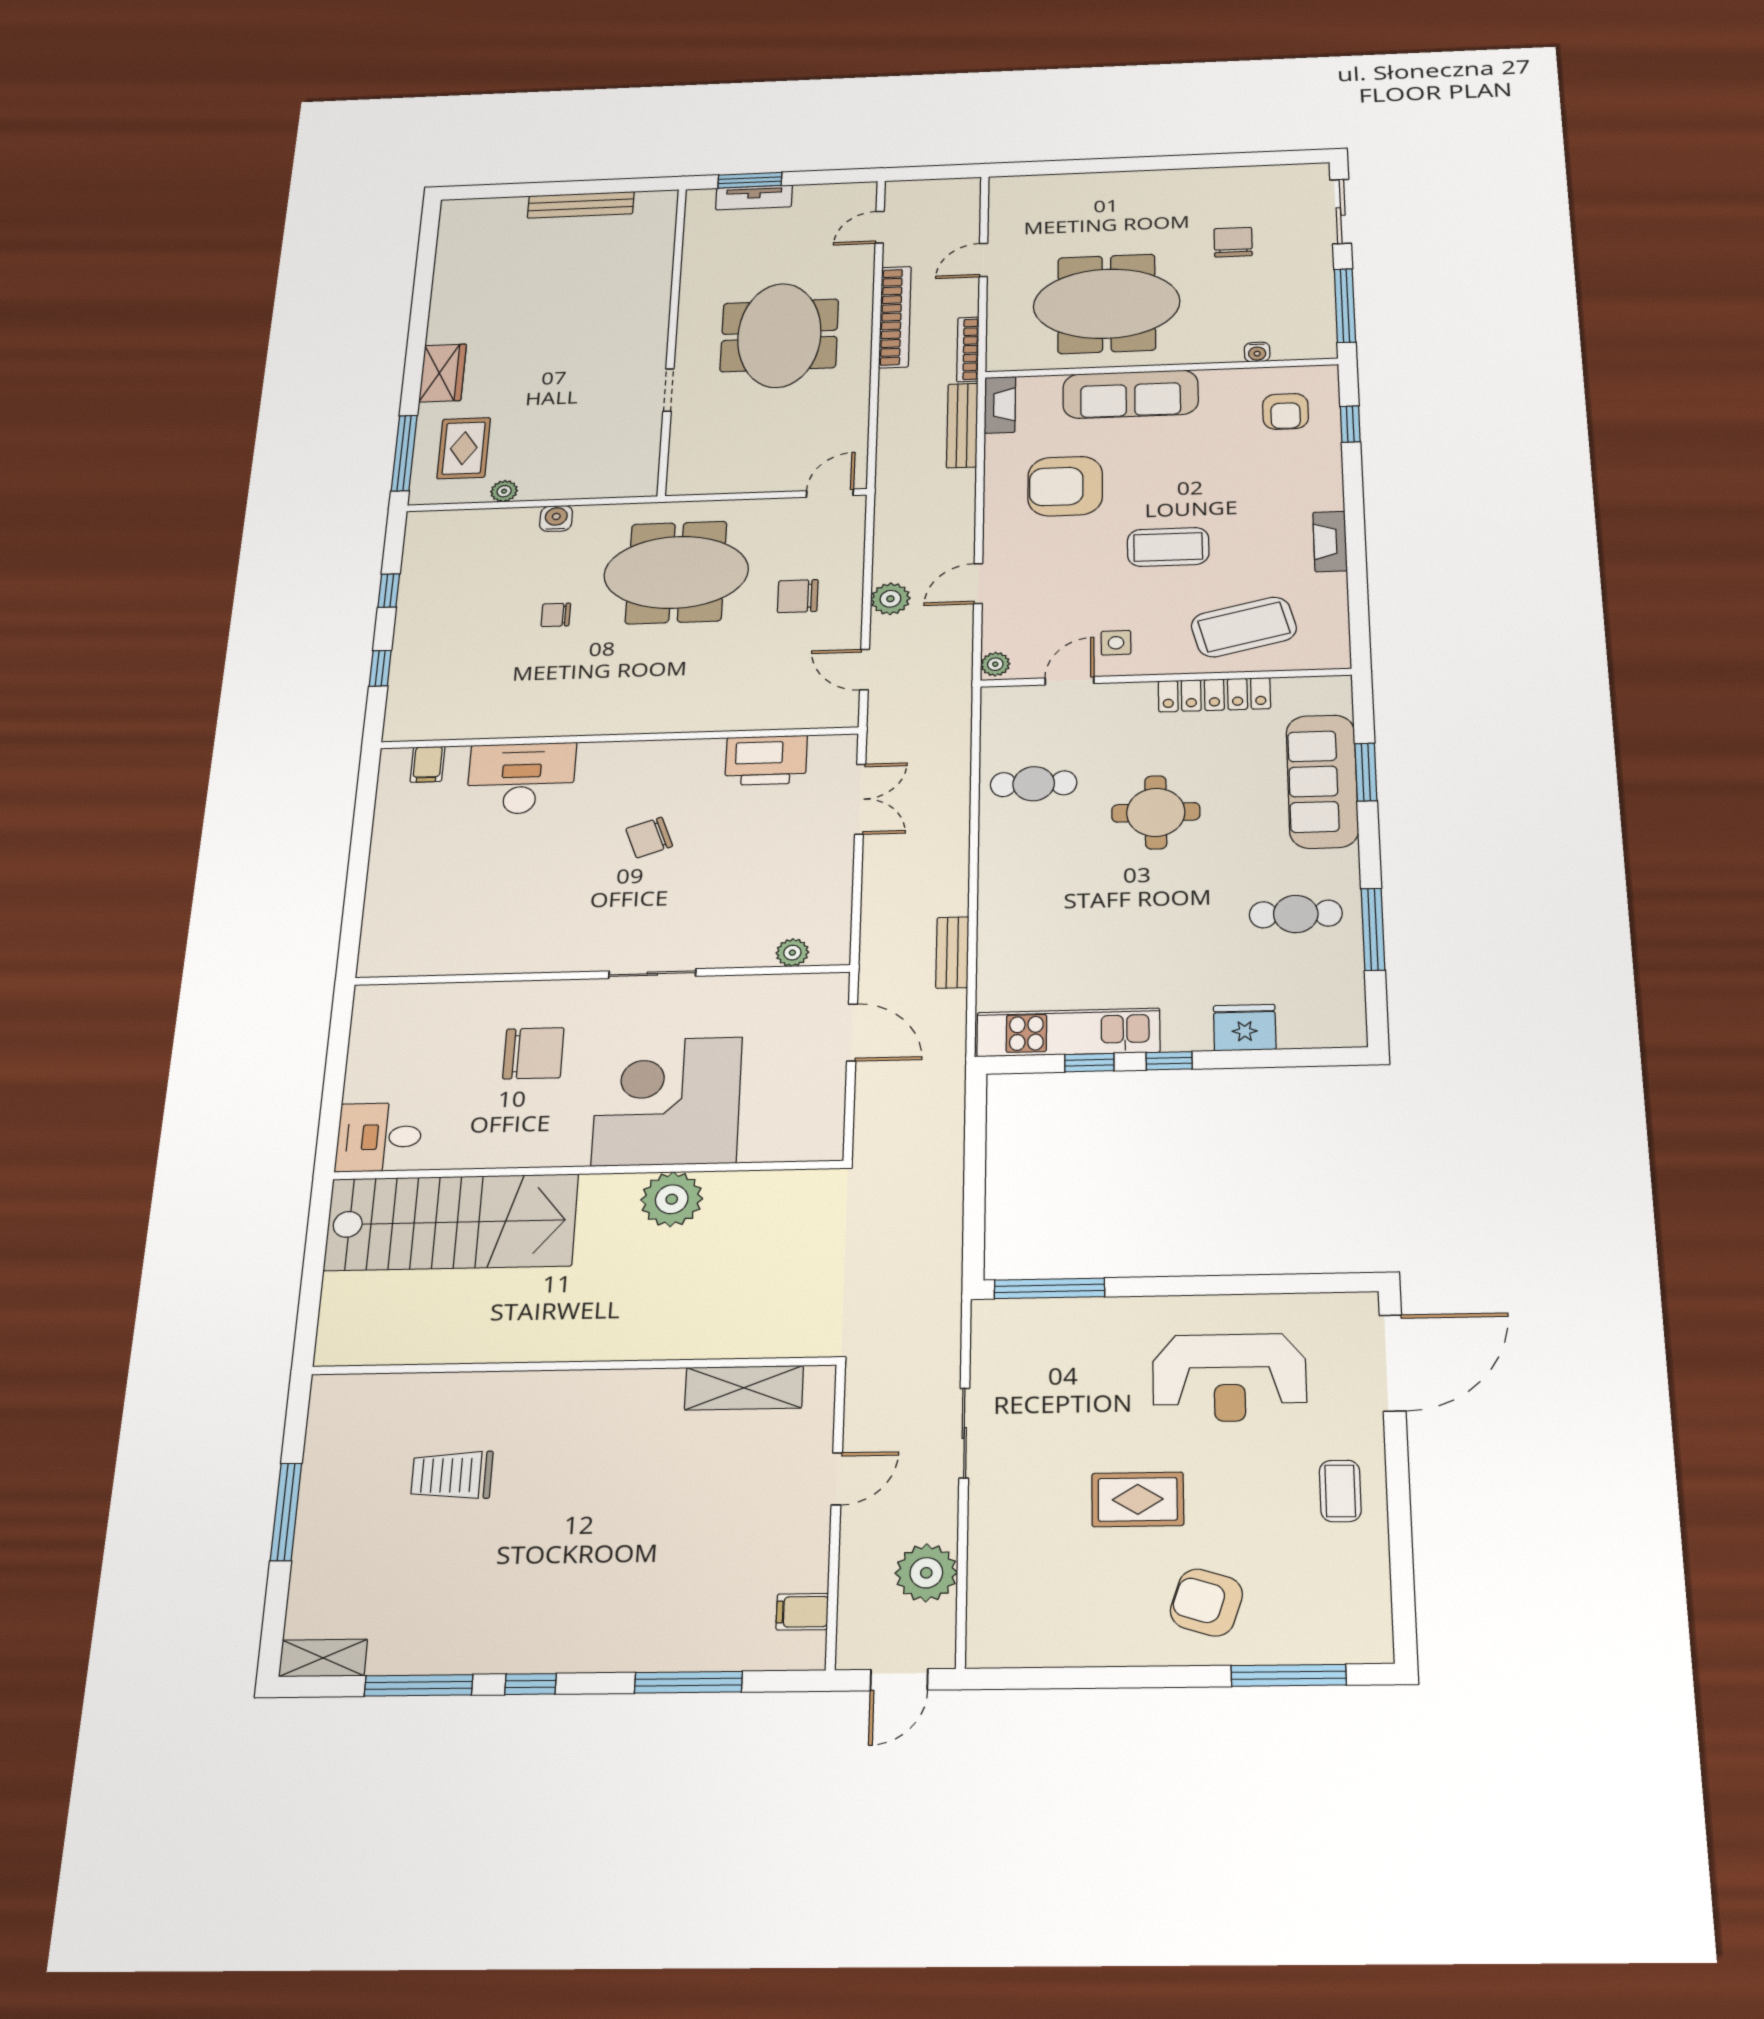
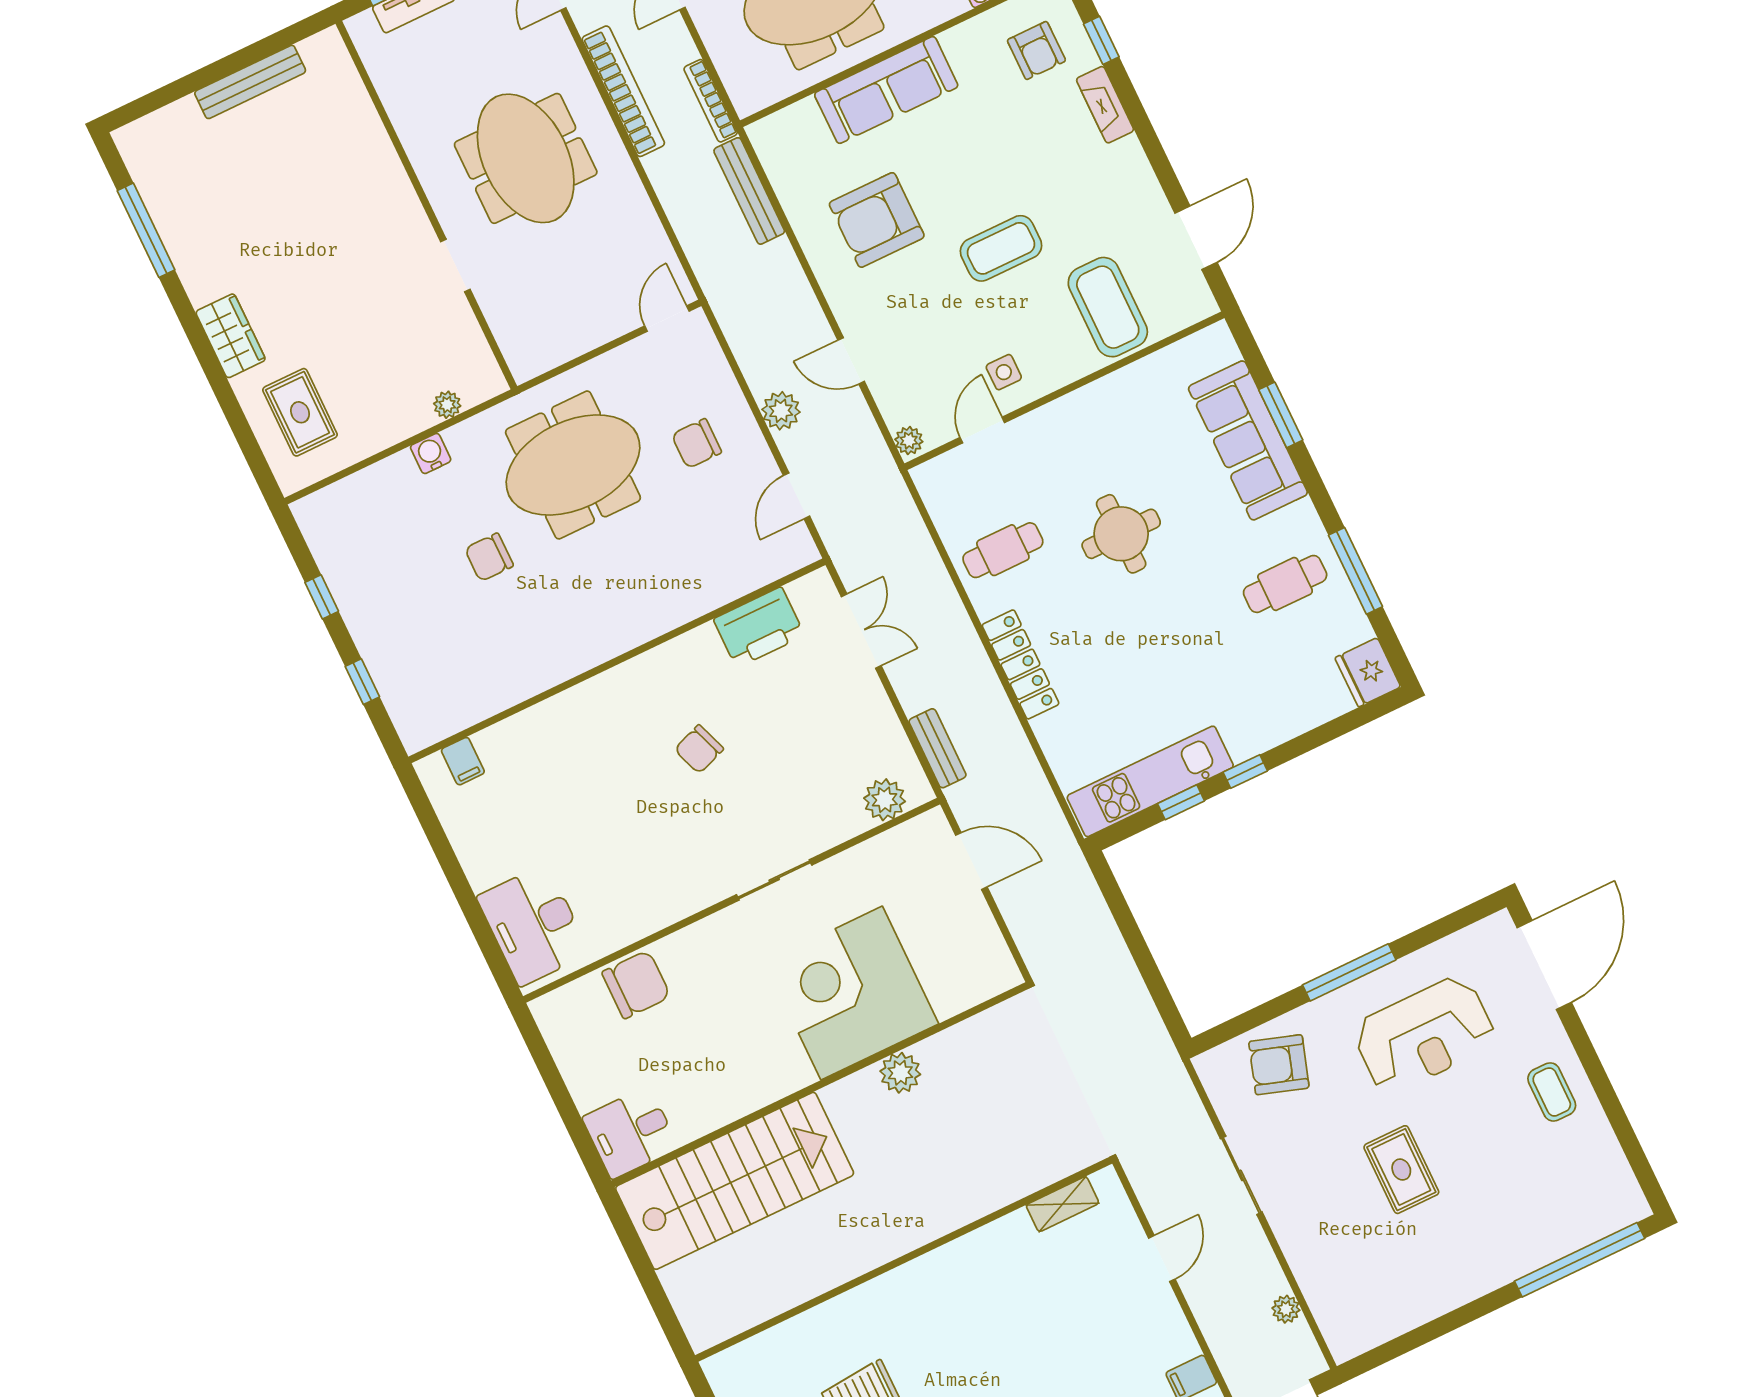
fireplace: (1000, 405) -> (772, 153), removed
window: (404, 453) -> (146, 230), moved
plant: (504, 491) -> (447, 405), moved
fireplace: (1330, 541) -> (1105, 105), moved
door: (978, 584) -> (851, 361), hinge flipped
door: (1358, 603) -> (1196, 238), added
chair: (556, 615) -> (489, 557), width x1.37, depth x1.37
coffee table: (1244, 627) -> (1108, 307), turned -76
door: (864, 669) -> (796, 496), hinge flipped
locker: (1214, 695) -> (1020, 664), moved, turned -90
desk: (521, 778) -> (533, 925), moved, turned -90
bench: (952, 952) -> (937, 748), moved
plant: (792, 953) -> (885, 800), width x1.38, depth x1.38
fridge: (1245, 1028) -> (1368, 672), moved, turned -90
chair: (533, 1053) -> (636, 984), moved
plant: (672, 1199) -> (900, 1073), width x0.73, depth x0.73
window: (1049, 1288) -> (1349, 972), moved
shelving: (744, 1388) -> (1062, 1204), width x0.67, depth x0.75
rug: (1138, 1499) -> (1401, 1170), turned 90
plant: (926, 1573) -> (1286, 1309), width x0.53, depth x0.53
armchair: (1206, 1603) -> (1279, 1065), moved
window: (1289, 1675) -> (1580, 1260), width x1.46

